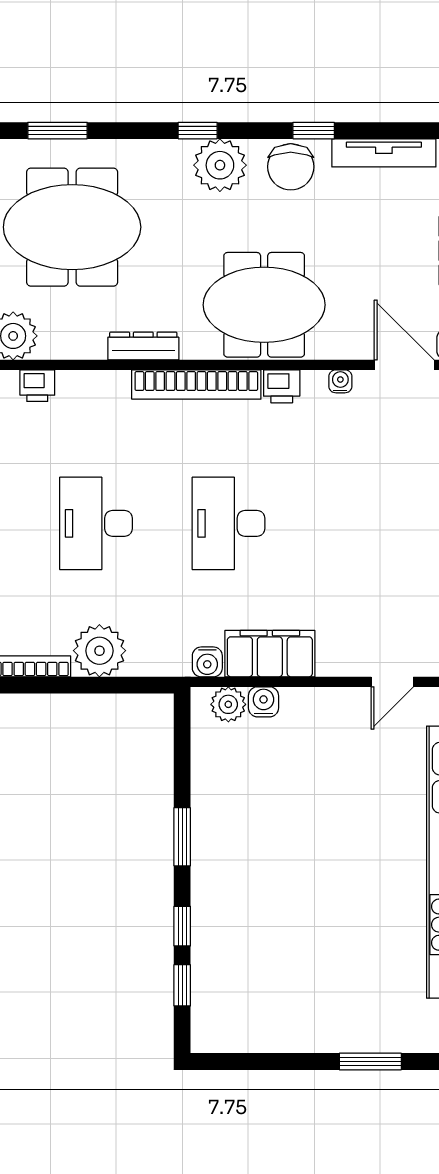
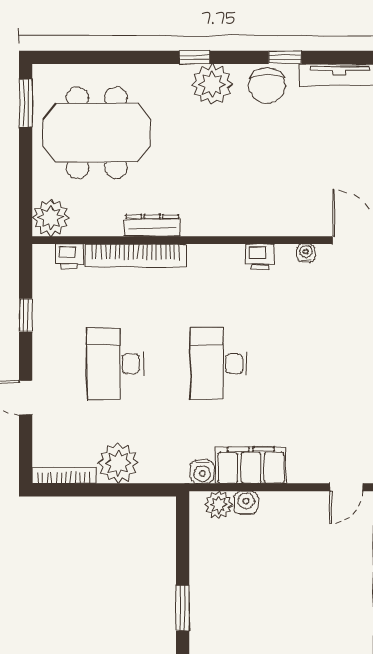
window: (58, 131) -> (85, 57), removed
meeting table: (264, 305) -> (246, 193), removed
bookcase: (196, 385) -> (136, 255), moved

